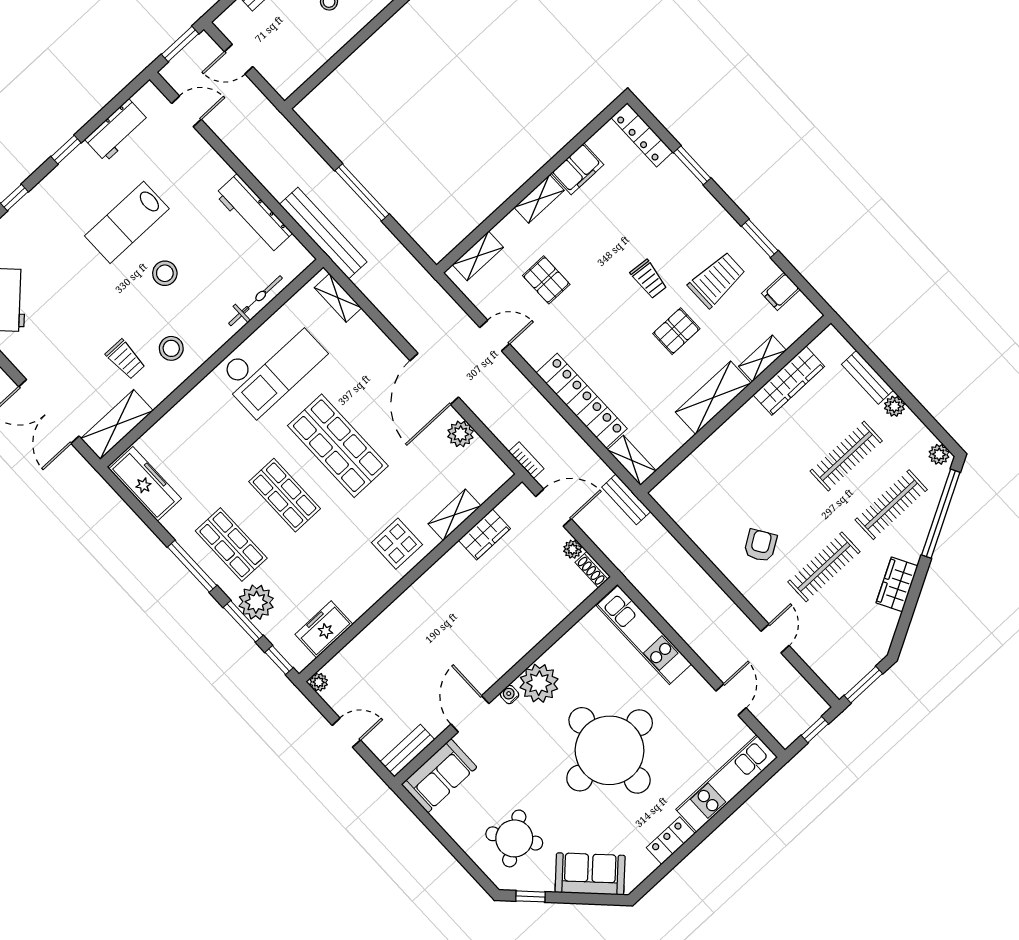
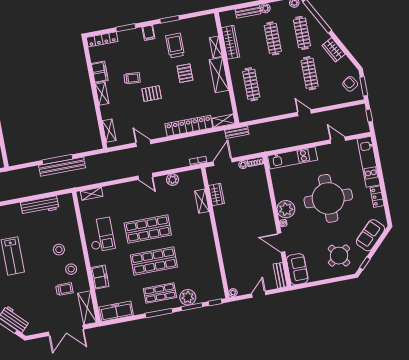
bench: (323, 233) -> (62, 167), moved
stool: (165, 273) -> (59, 250), moved
trolley: (649, 279) -> (132, 78), moved
pallet: (546, 280) -> (152, 94), moved
filing cabinet: (781, 291) -> (148, 33), moved
bicycle: (255, 301) -> (73, 226), removed
door: (495, 336) -> (143, 143), hinge flipped
checkout: (272, 364) -> (101, 235), width x0.73, depth x0.83
door: (434, 379) -> (145, 176), width x0.53
clothes rail: (734, 470) -> (251, 84), added
shop shelf: (285, 495) -> (154, 261), width x1.43, depth x1.36
display table: (397, 544) -> (199, 230), removed
armchair: (760, 546) -> (350, 84), moved
freezer: (324, 629) -> (100, 277), moved, turned 180
door: (775, 638) -> (304, 113), moved

